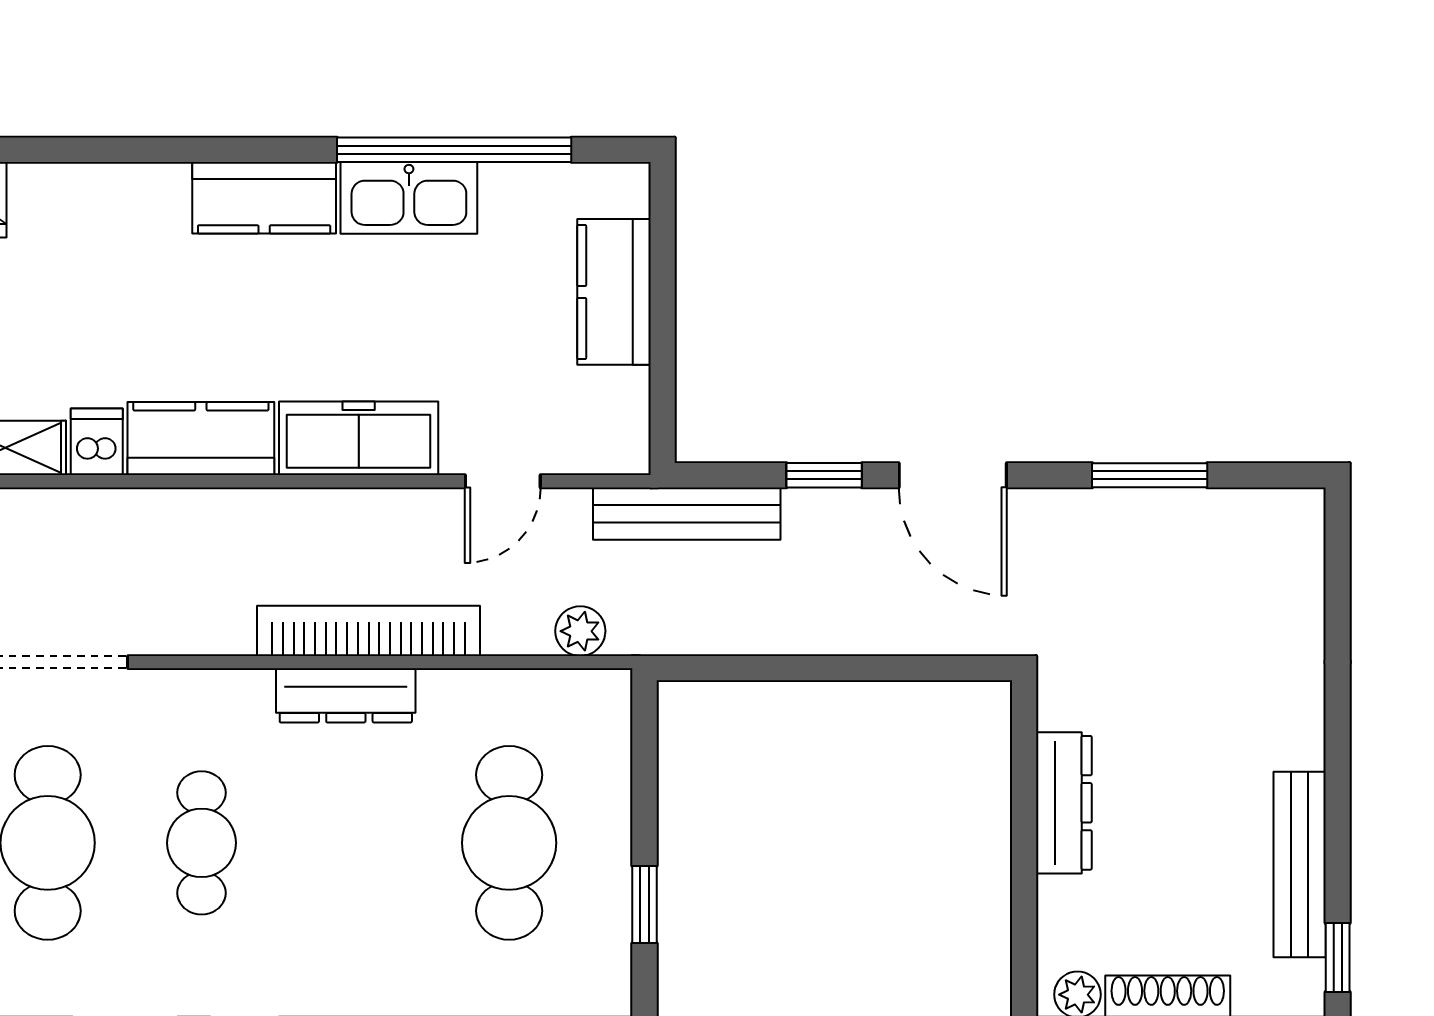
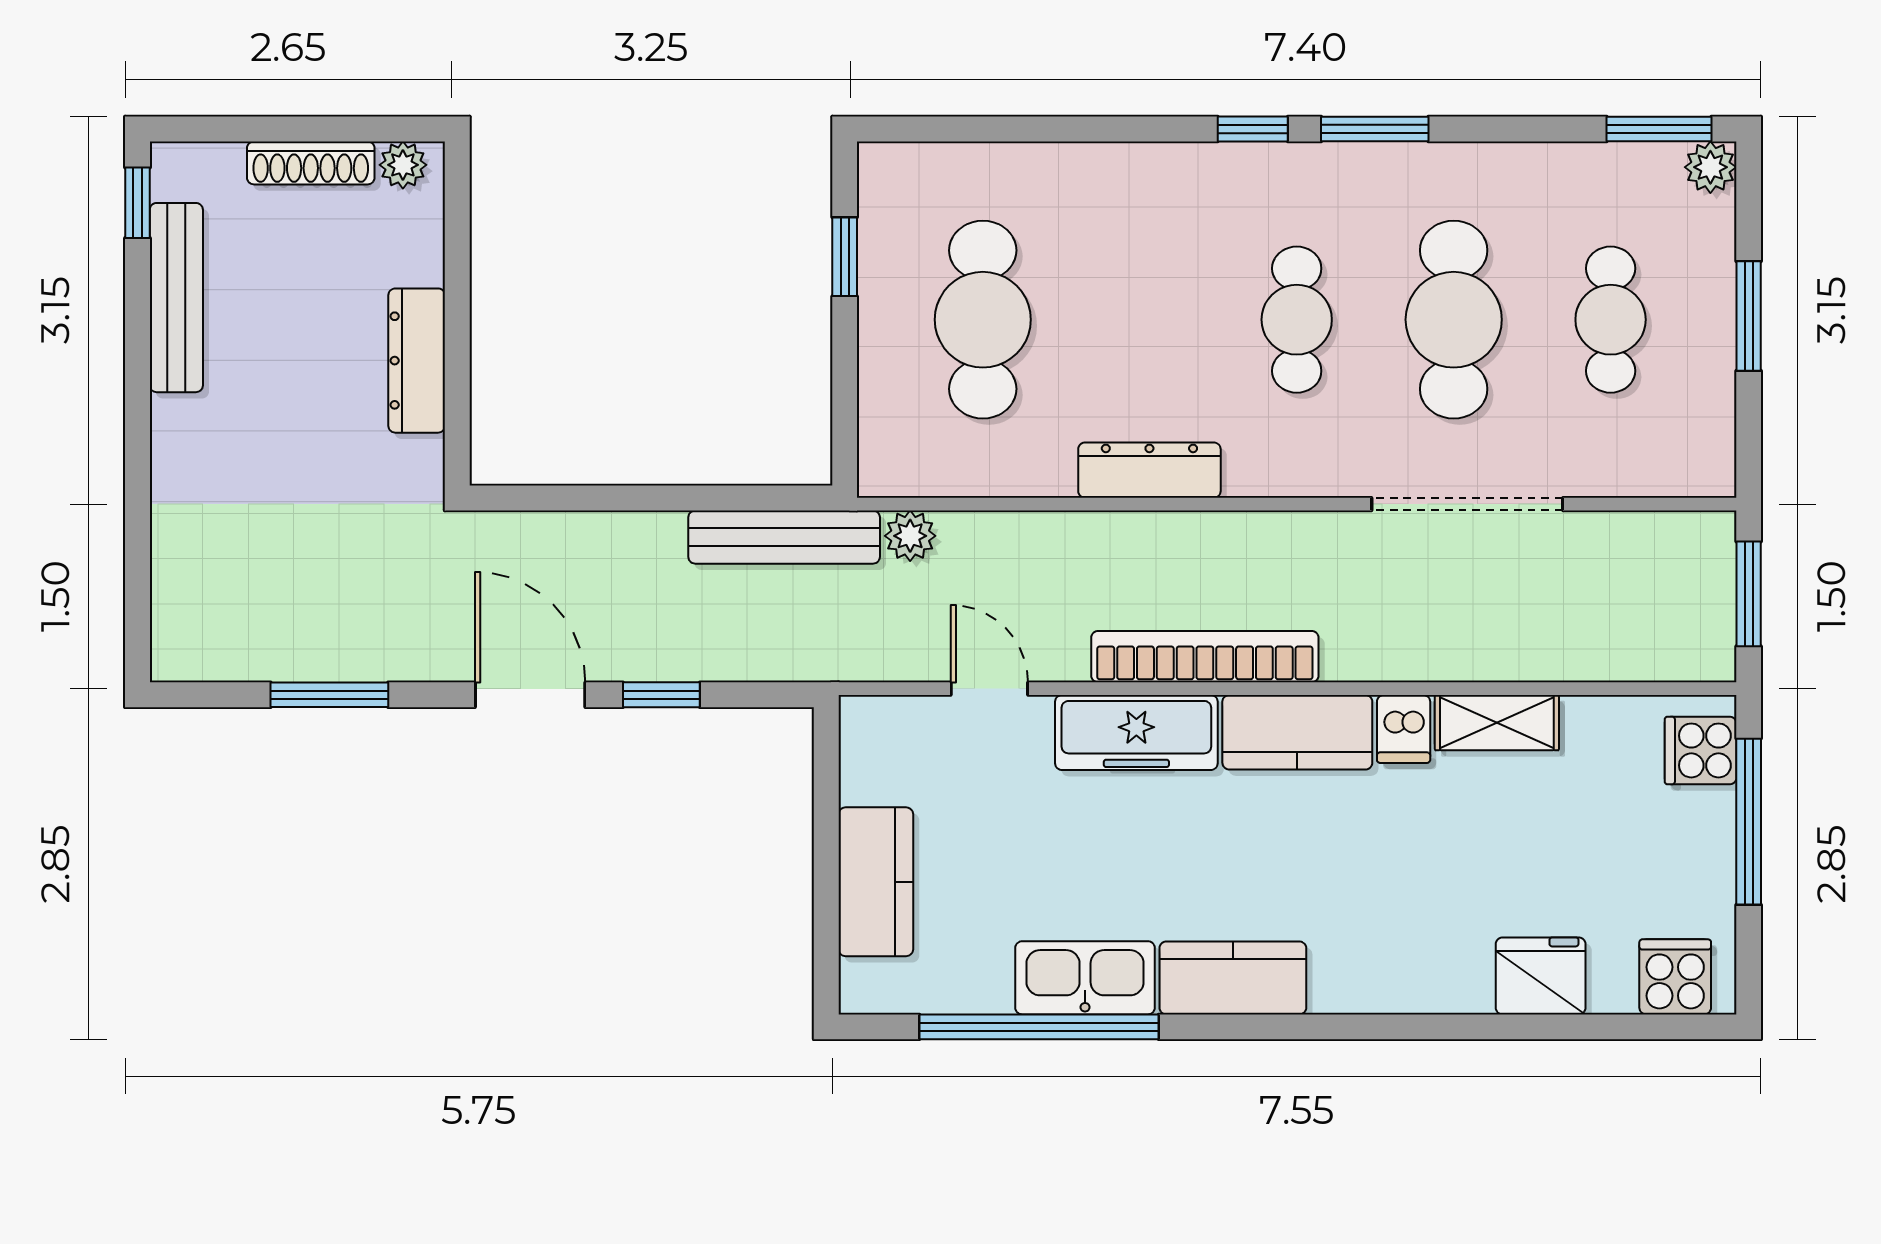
door: (503, 481) -> (989, 689), hinge flipped
bench: (687, 514) -> (784, 537), moved
bookcase: (369, 631) -> (1205, 657), moved, turned 180

